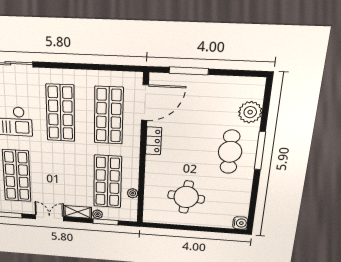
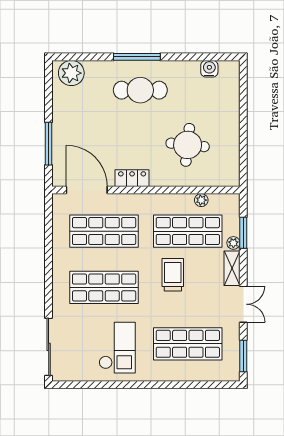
plant: (250, 112) -> (71, 73), moved
trolley: (72, 168) -> (173, 275), added
round table: (186, 197) -> (188, 145), moved
double door: (49, 218) -> (243, 304), swing flipped
water cooler: (240, 223) -> (209, 69), moved

